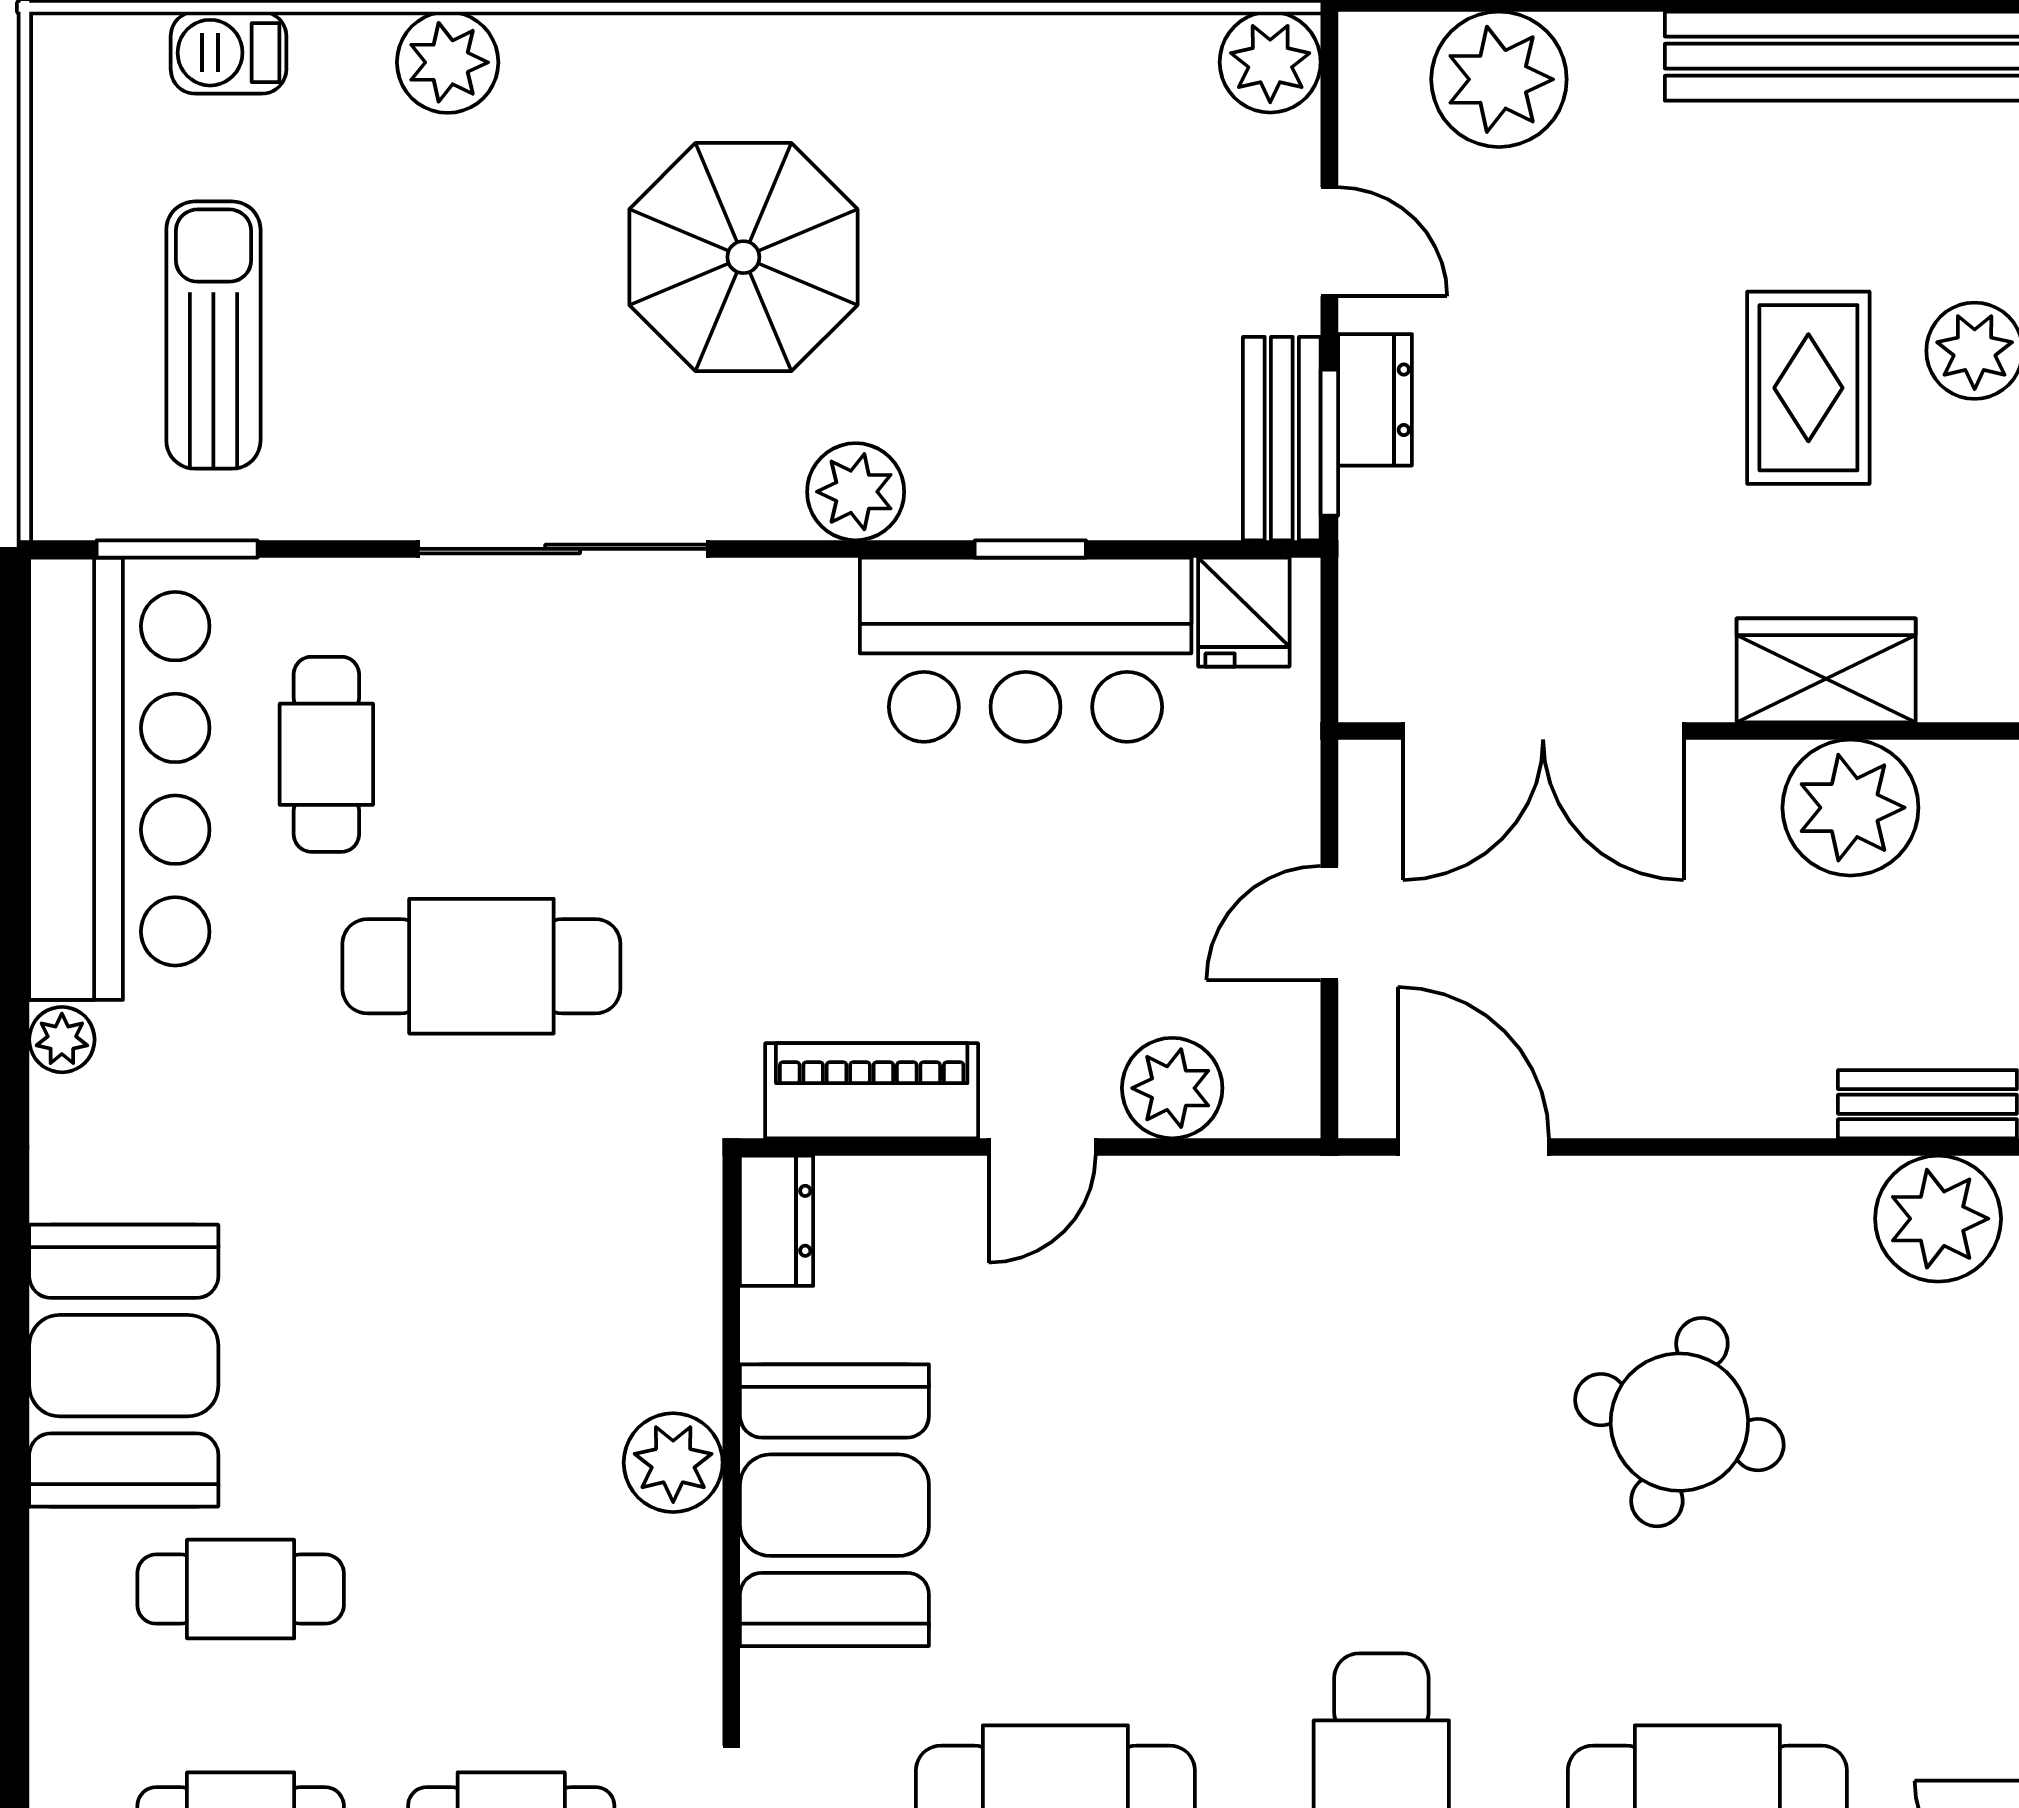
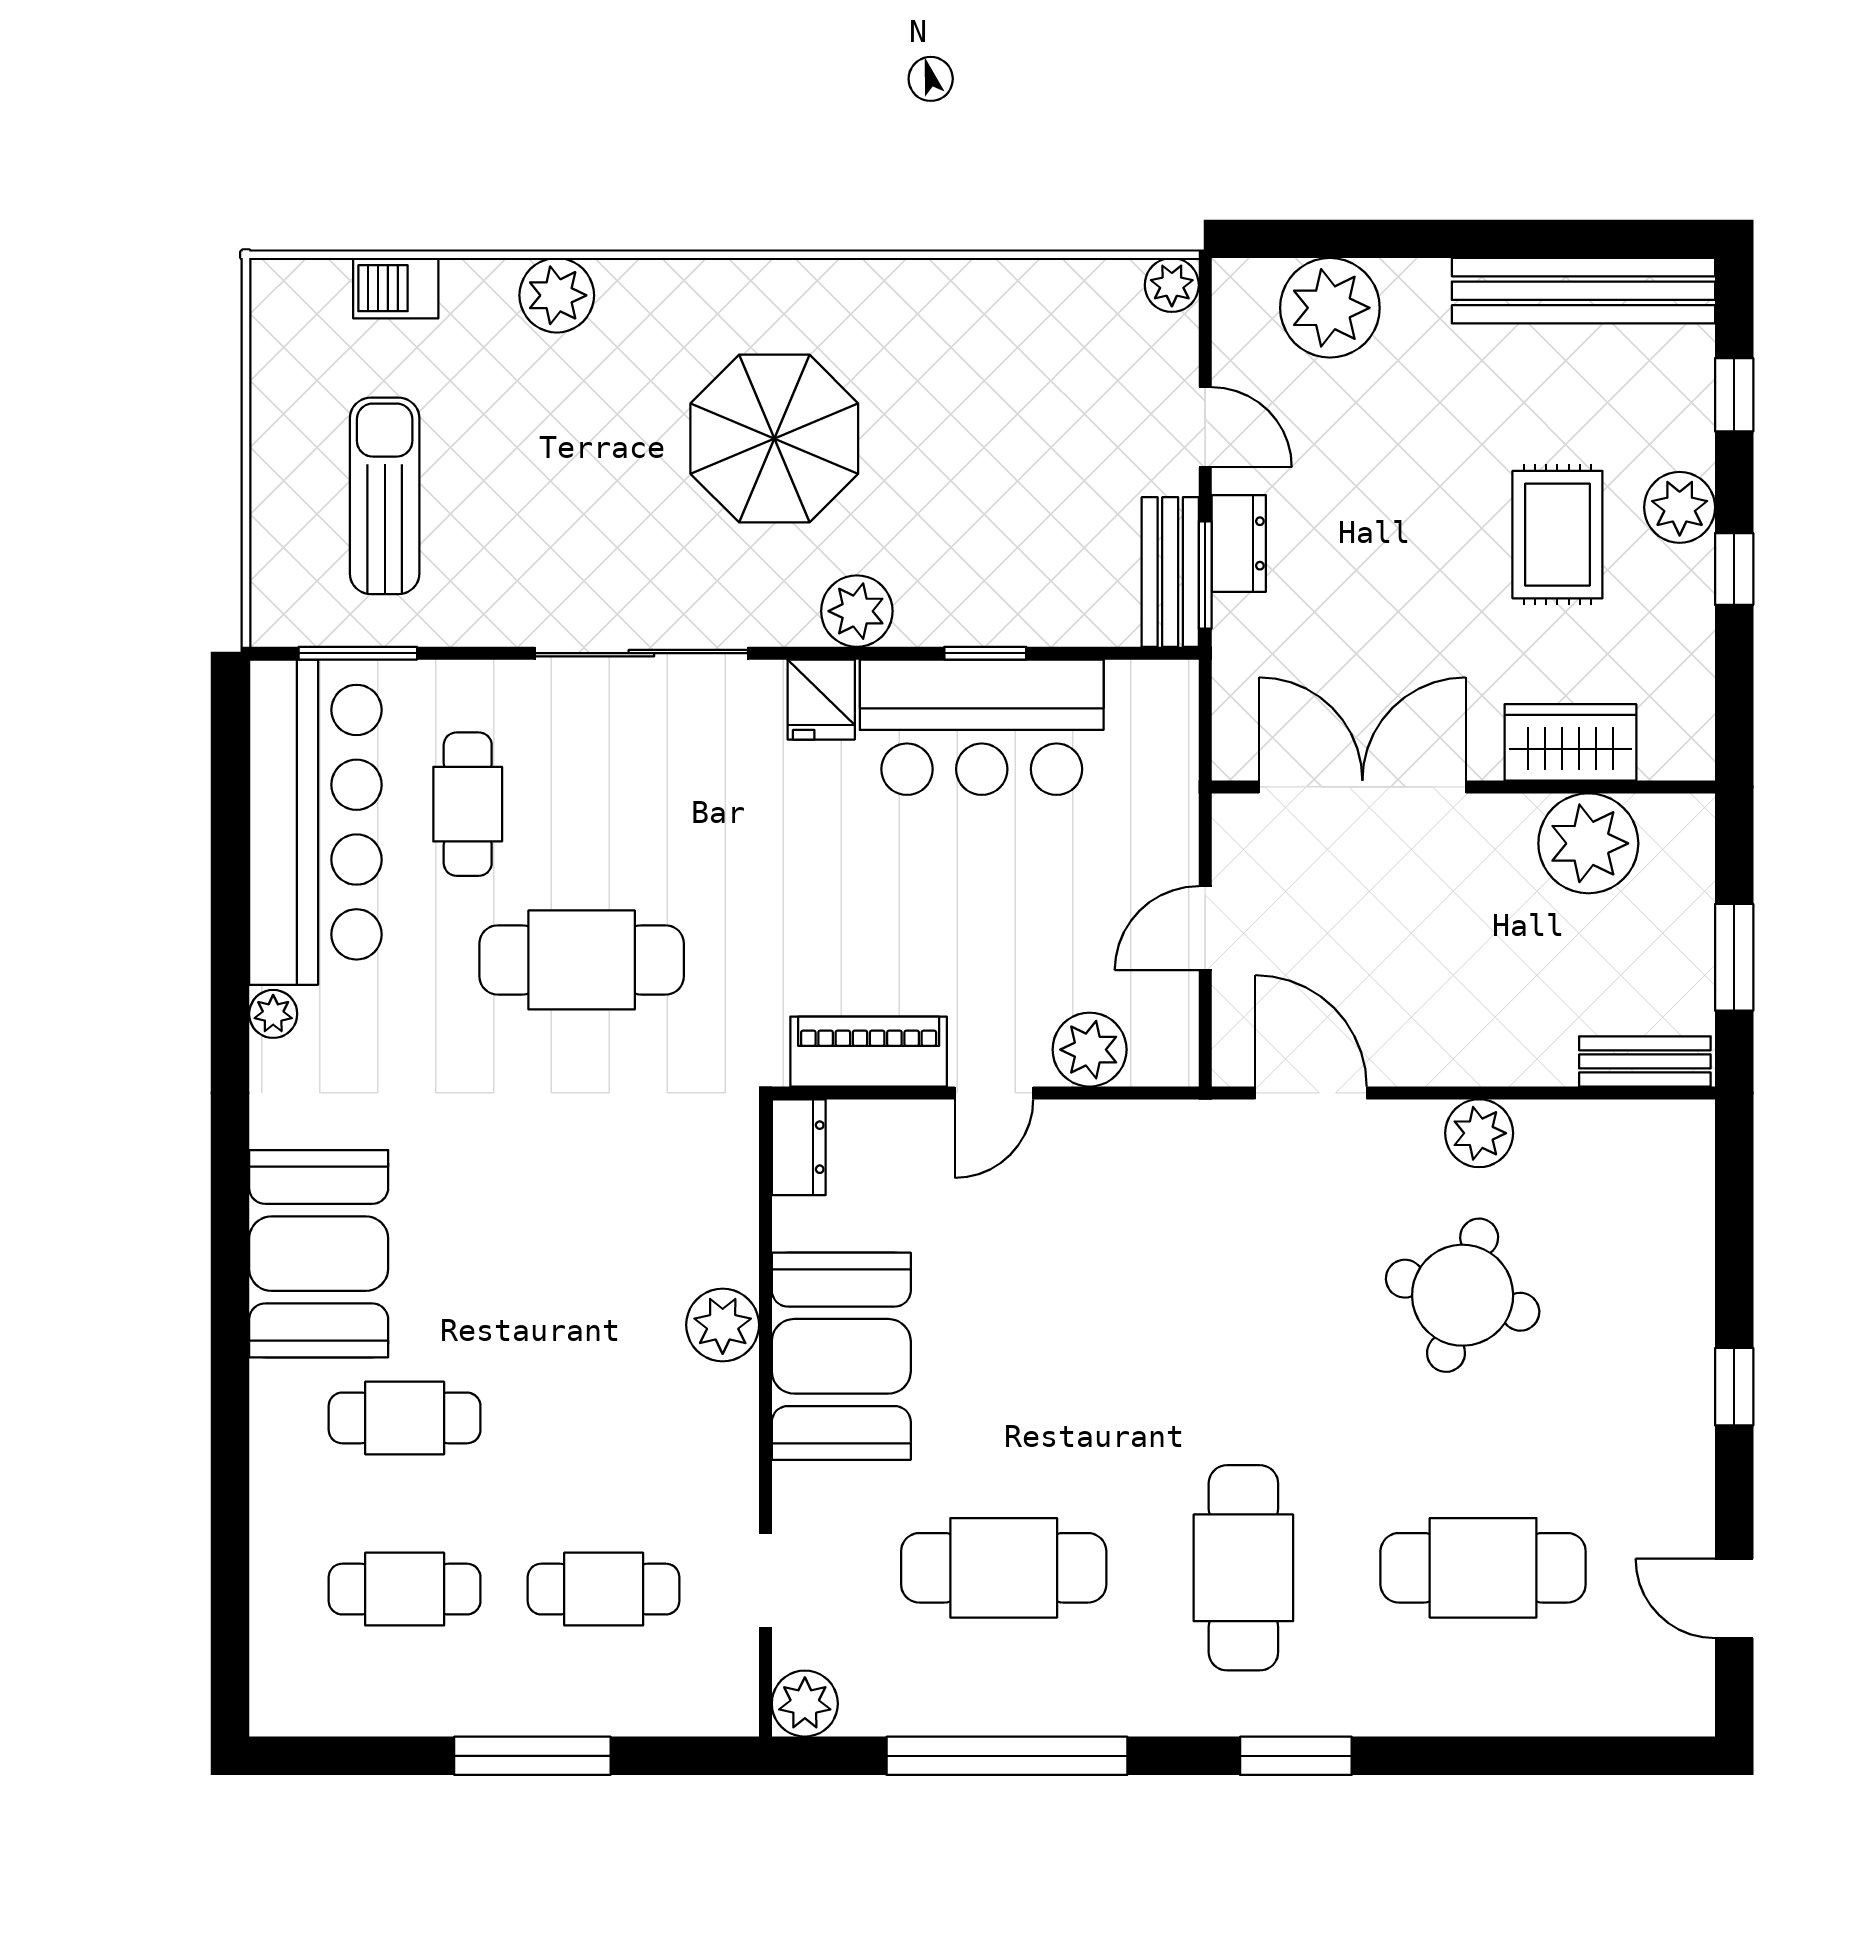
plant: (1270, 62) -> (1172, 285), width x0.73, depth x0.73
fridge: (1244, 612) -> (821, 700), moved
double door: (1543, 731) -> (1362, 787), swing flipped
plant: (1938, 1219) -> (1479, 1133), moved, width x0.73, depth x0.73

